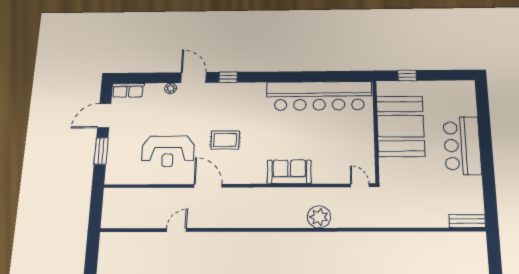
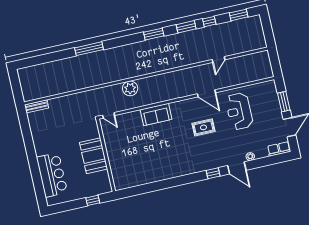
bar counter: (319, 96) -> (149, 173), removed
booth: (400, 126) -> (94, 156), width x0.73, depth x0.70
bar counter: (462, 146) -> (52, 175), moved
reception desk: (168, 151) -> (239, 111), turned -90

